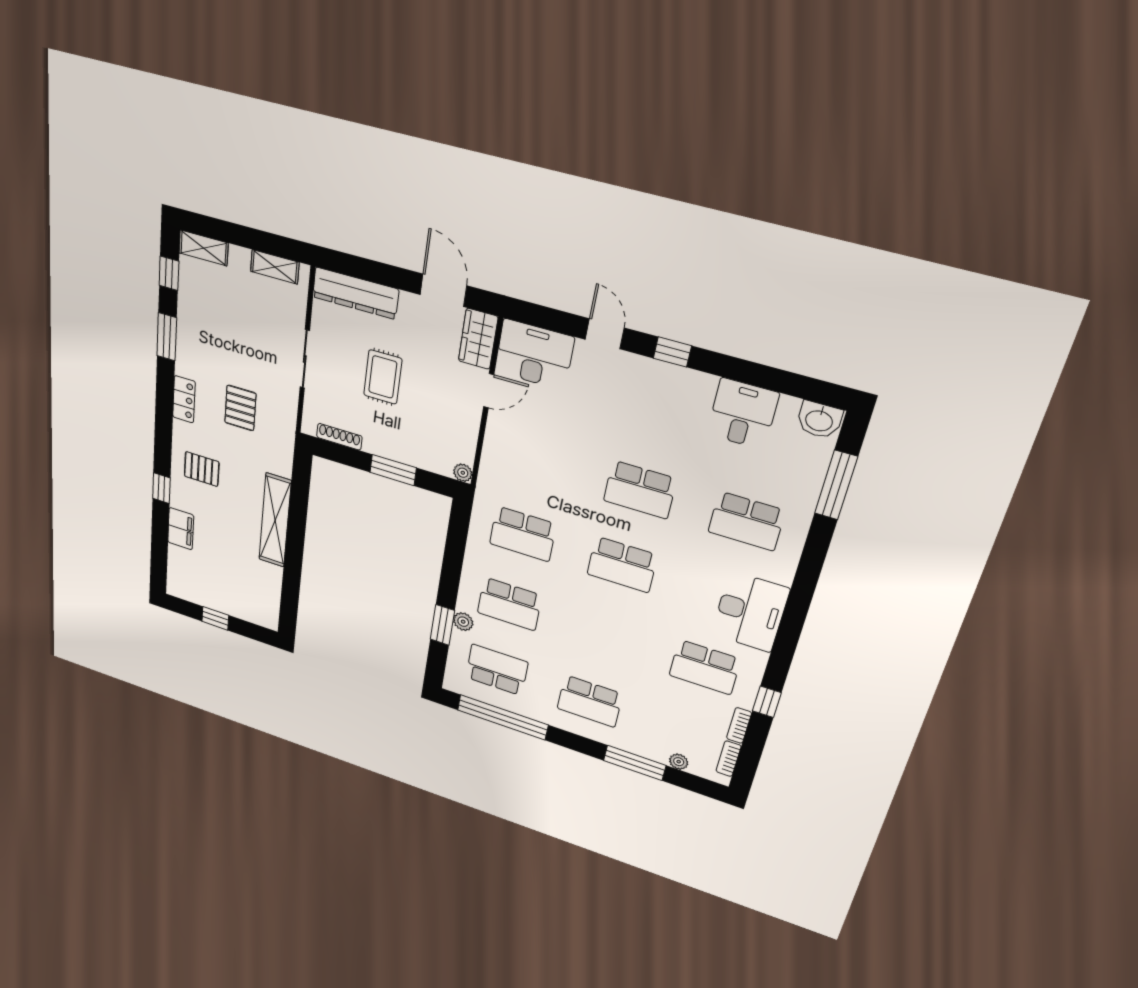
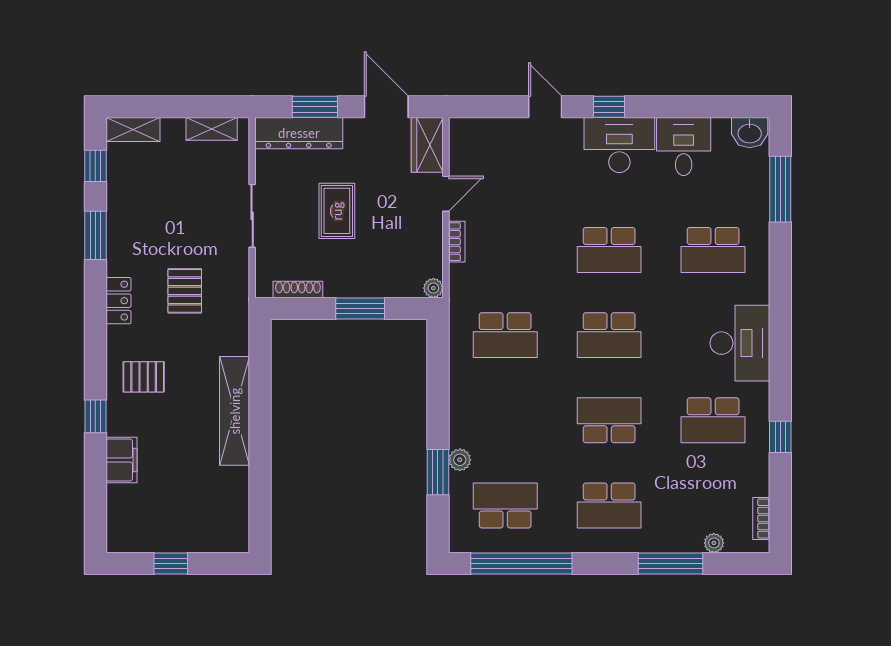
window: (374, 272) -> (315, 107), added
desk: (534, 355) -> (619, 145), moved
school desk: (509, 604) -> (609, 420), moved, turned 180
bookcase: (739, 725) -> (457, 242), moved, turned 180

